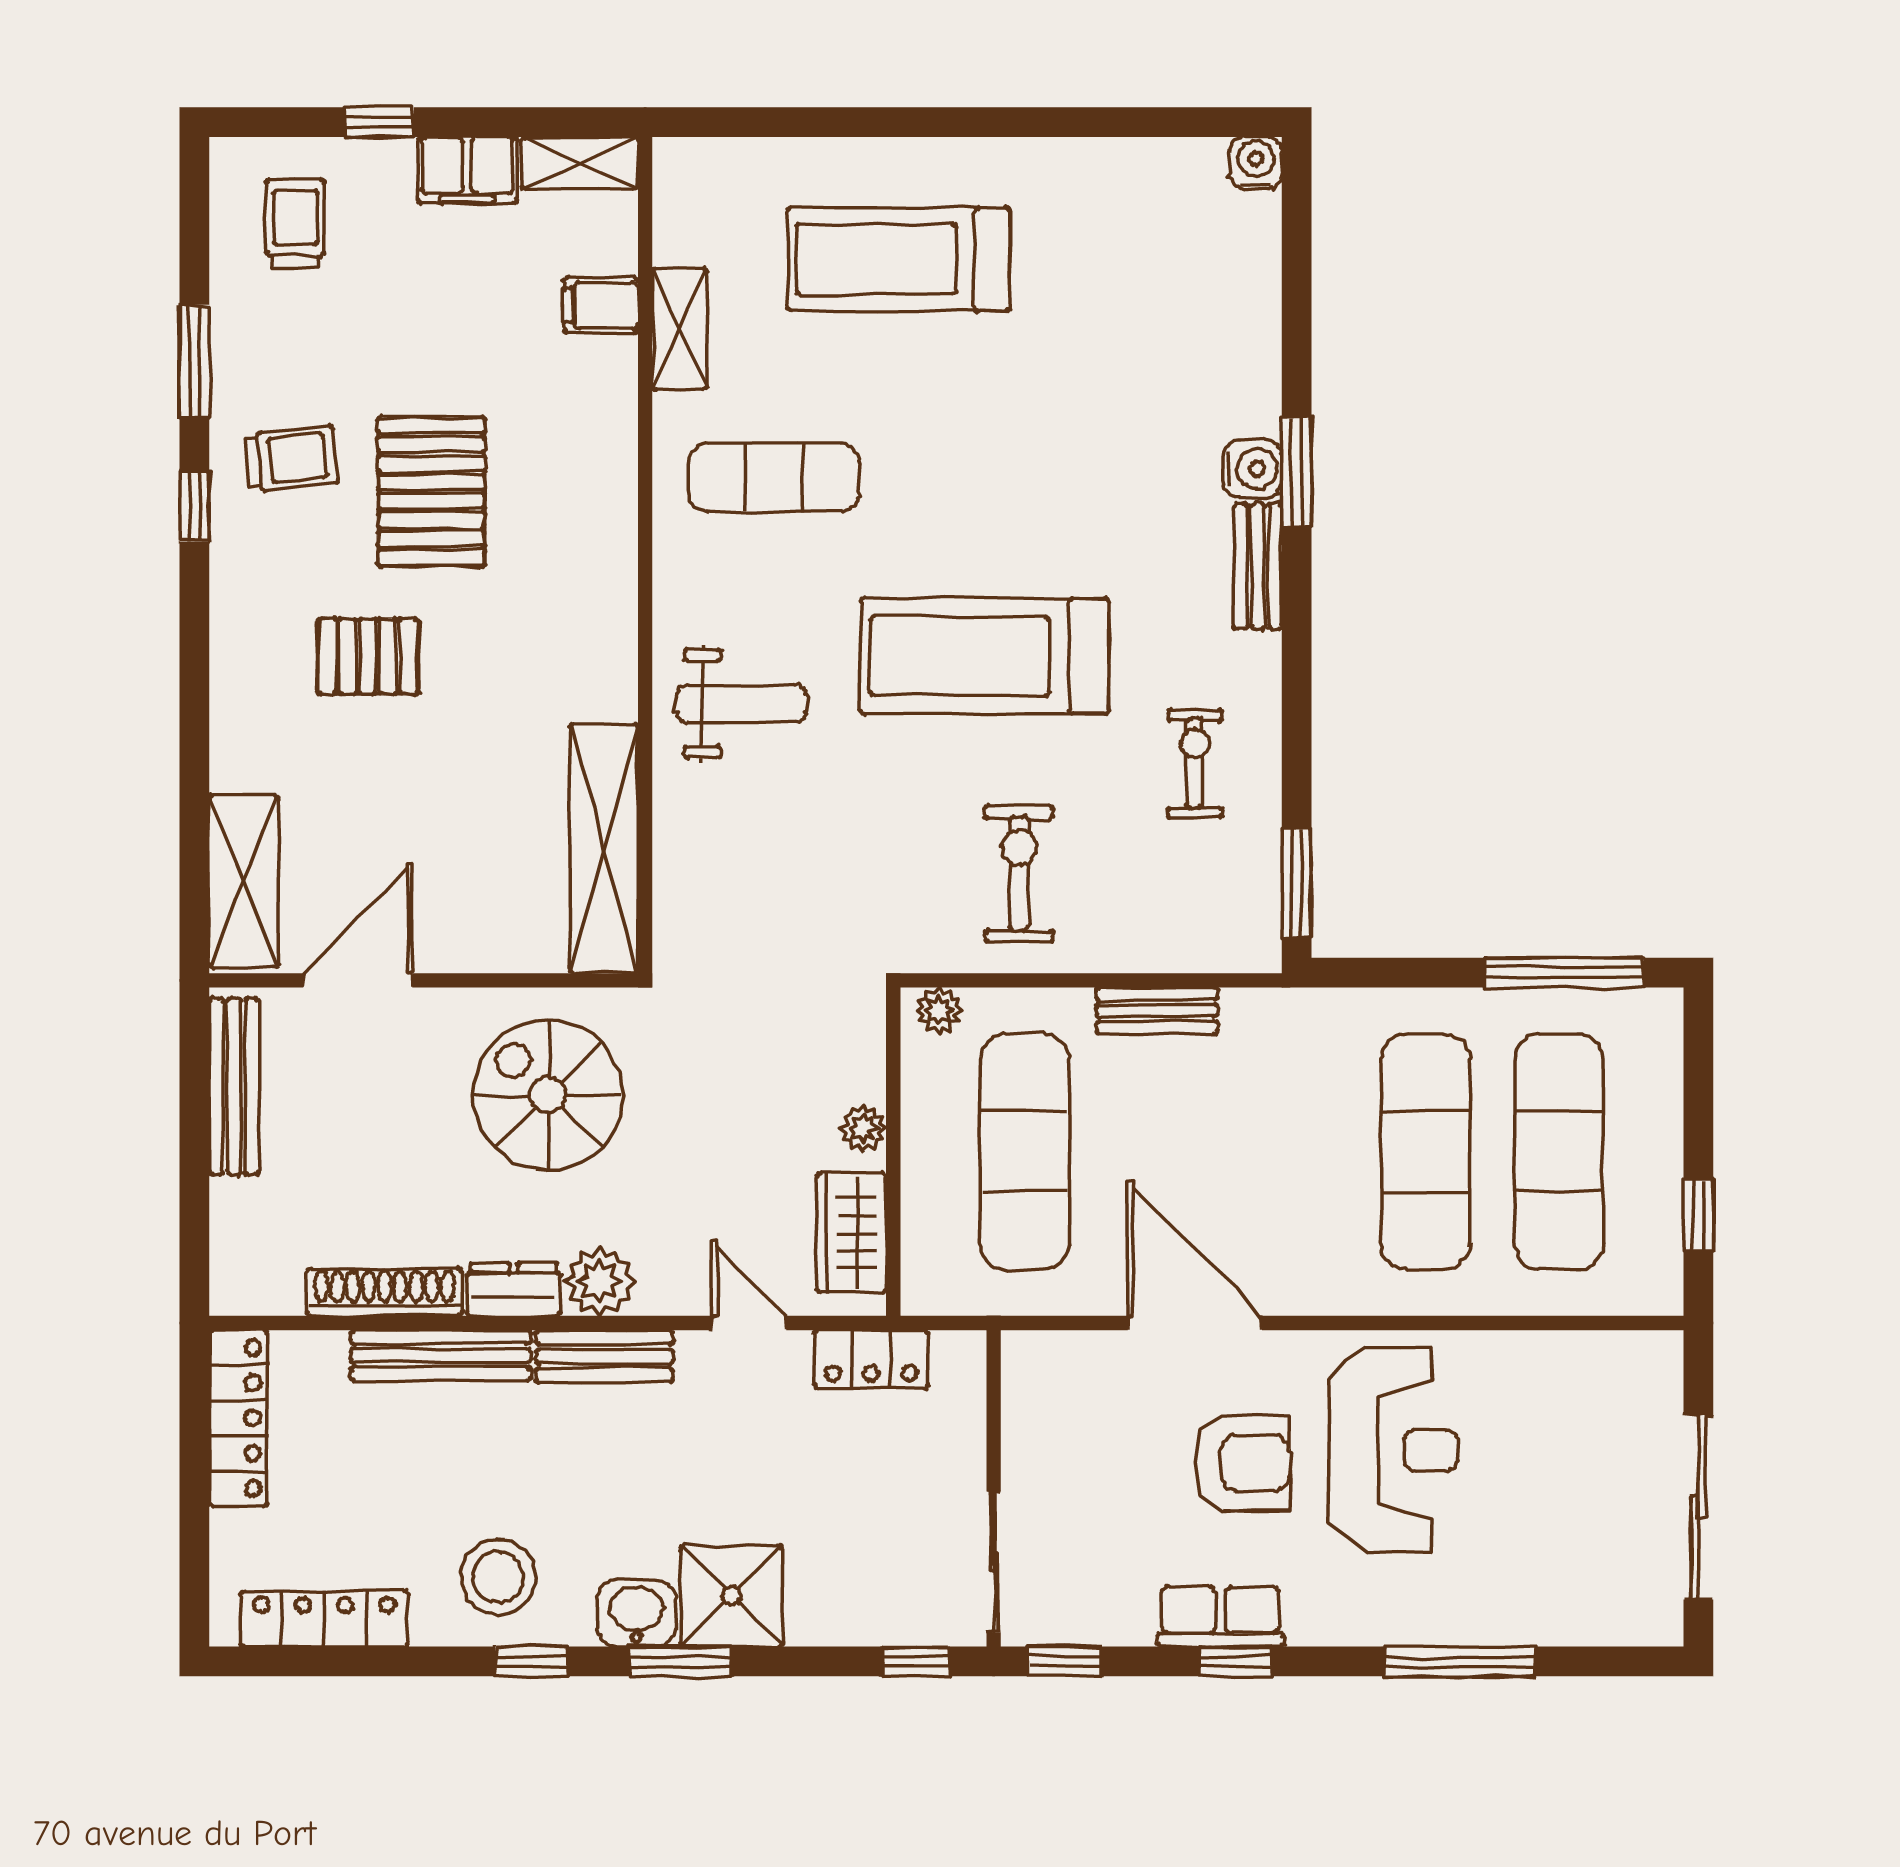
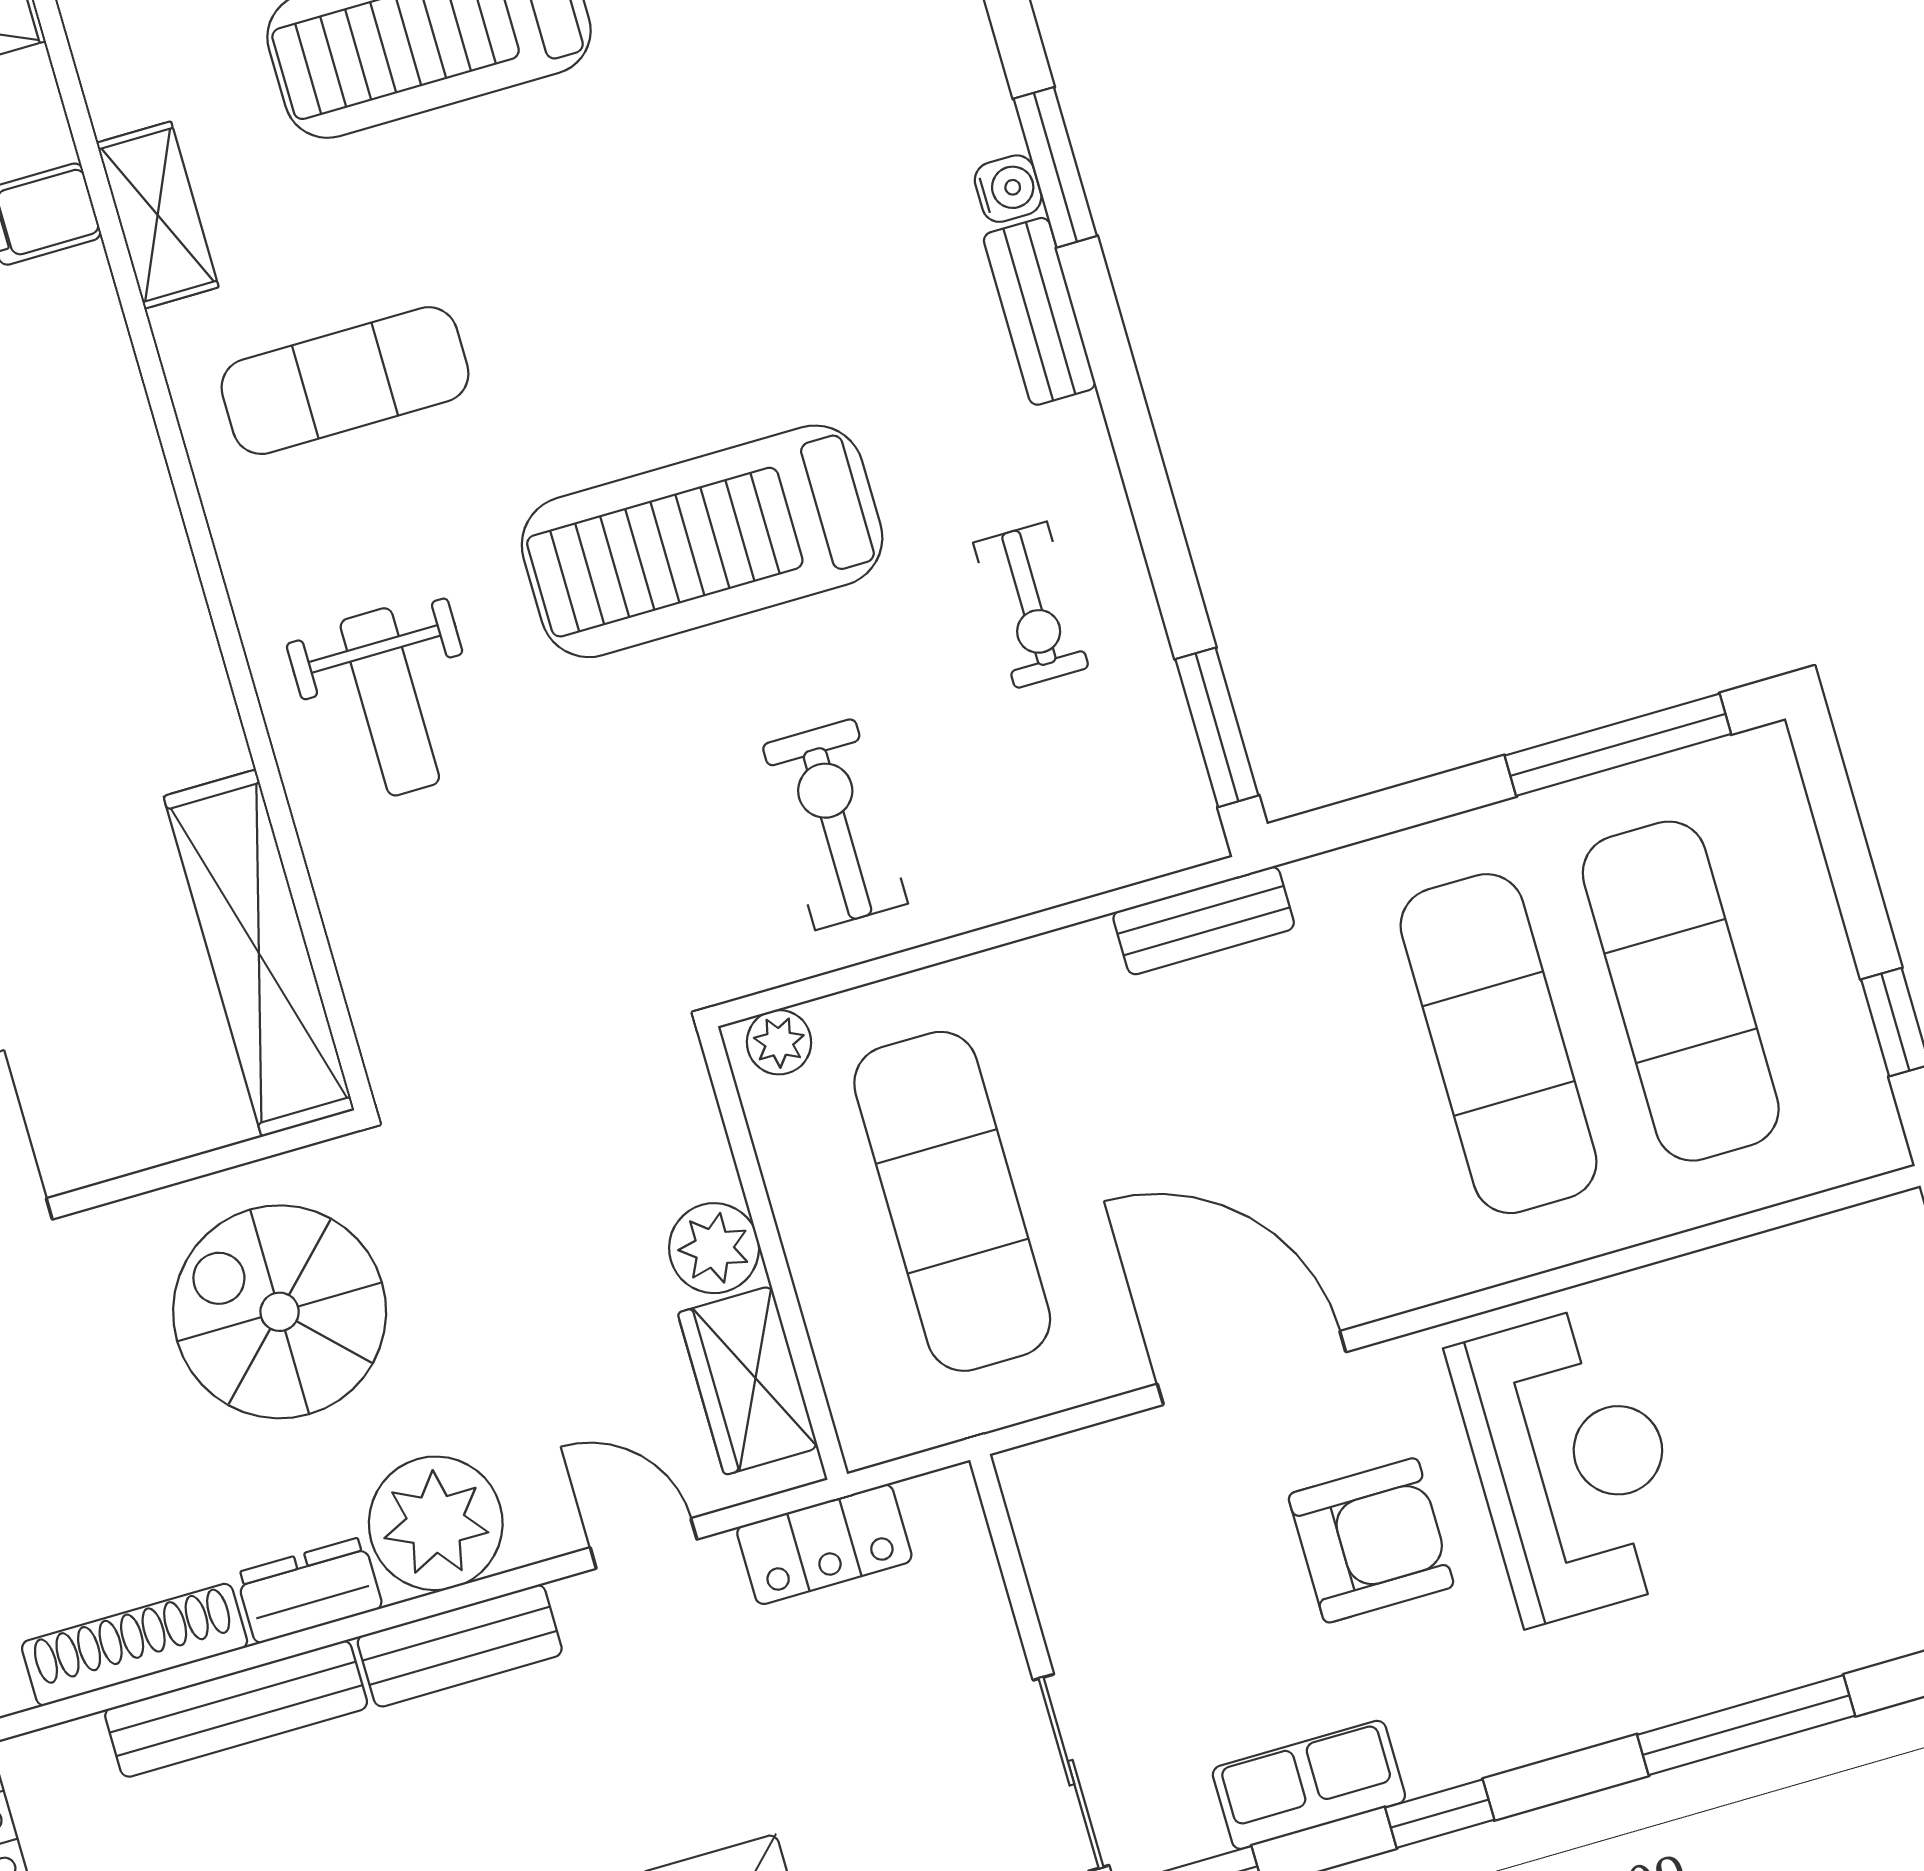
water cooler: (1252, 469) -> (1008, 189), width x0.72, depth x0.72
weight bench: (742, 704) -> (390, 702), turned 90
exercise bike: (1195, 763) -> (1031, 605), turned 180
bench: (1157, 1011) -> (1204, 921), moved
plant: (863, 1128) -> (714, 1248), width x1.38, depth x1.38
plant: (600, 1281) -> (436, 1523), width x1.36, depth x1.36
row of seats: (1221, 1616) -> (1309, 1785), moved

